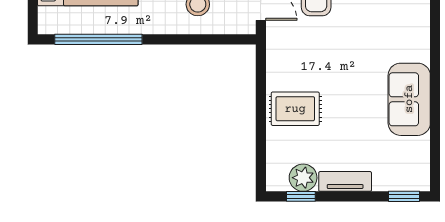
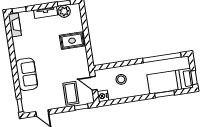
sofa: (409, 99) -> (27, 74), moved
fireplace: (419, 164) -> (15, 25), added

